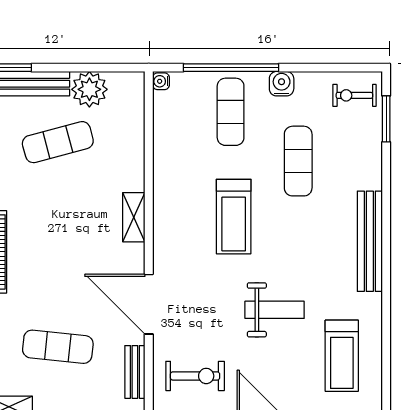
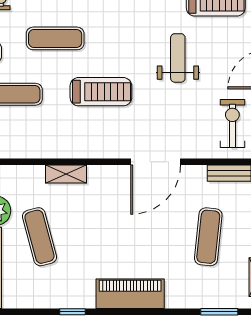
shelving: (134, 217) -> (66, 174), moved
door: (149, 304) -> (156, 162), moved

